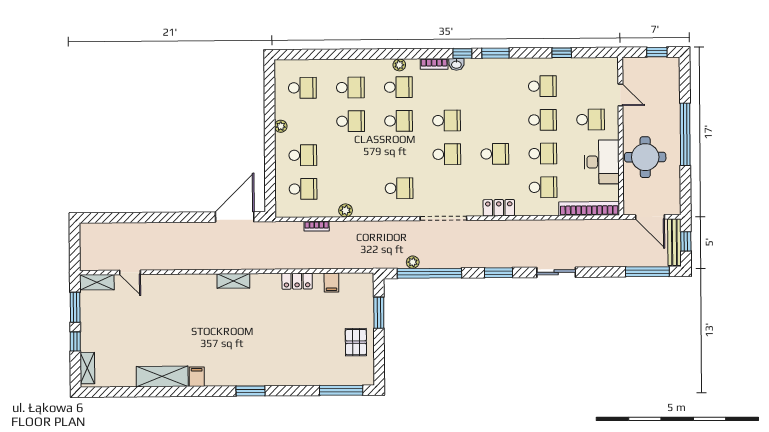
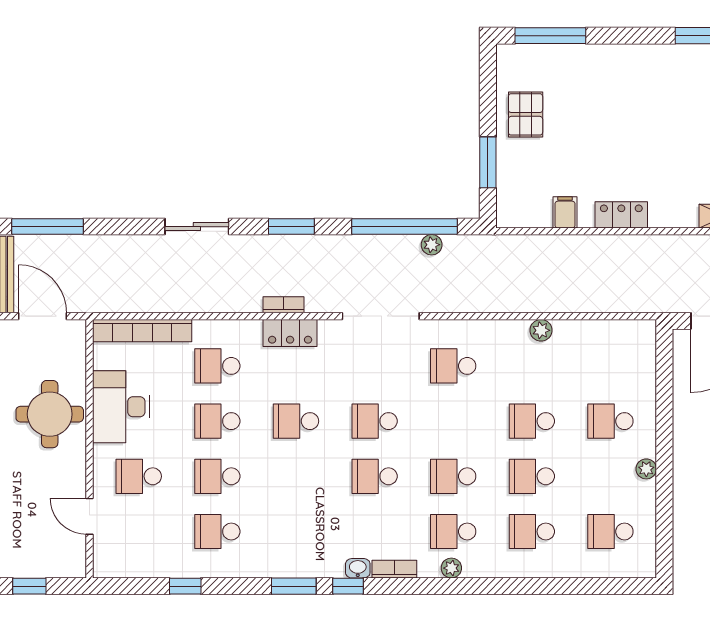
school desk: (303, 189) -> (532, 421), moved
bookcase: (317, 226) -> (284, 305), moved

